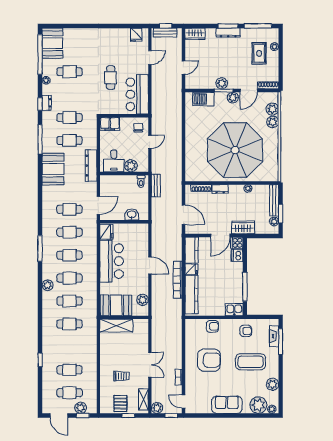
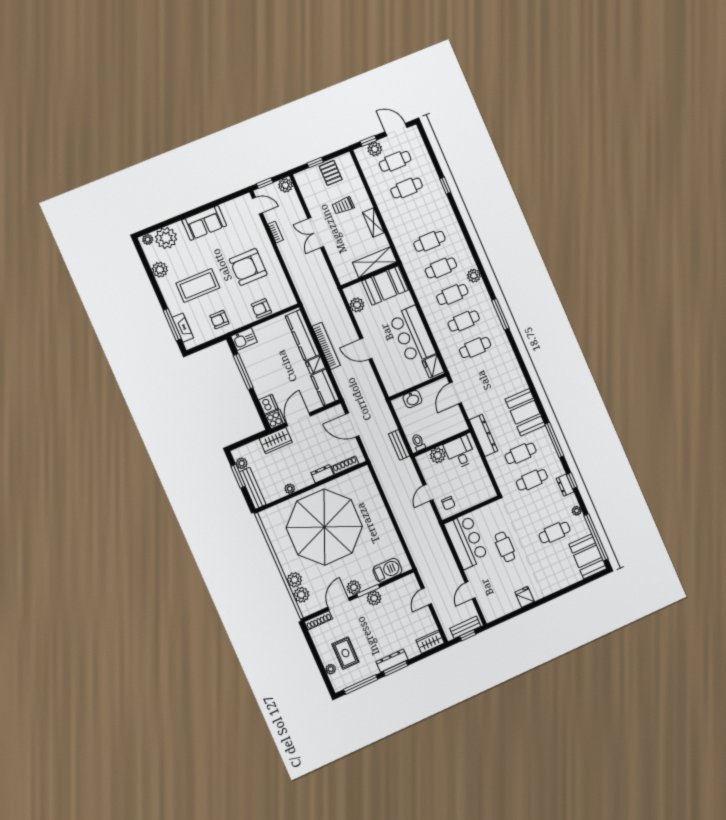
fridge: (136, 35) -> (525, 597), moved
filing cabinet: (110, 124) -> (483, 493), removed
cafe table: (69, 209) -> (486, 374), removed
shelving: (143, 400) -> (373, 223), moved

